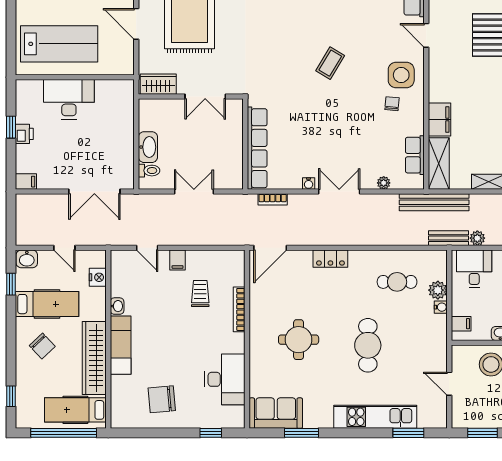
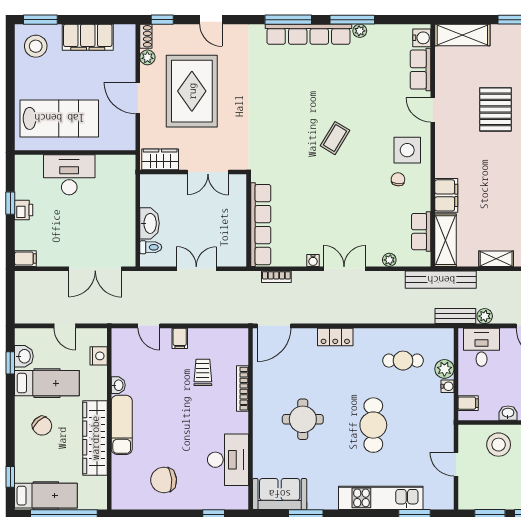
washbasin: (27, 259) -> (24, 356), moved, turned -90
hospital bed: (75, 410) -> (46, 496), moved, turned 180

